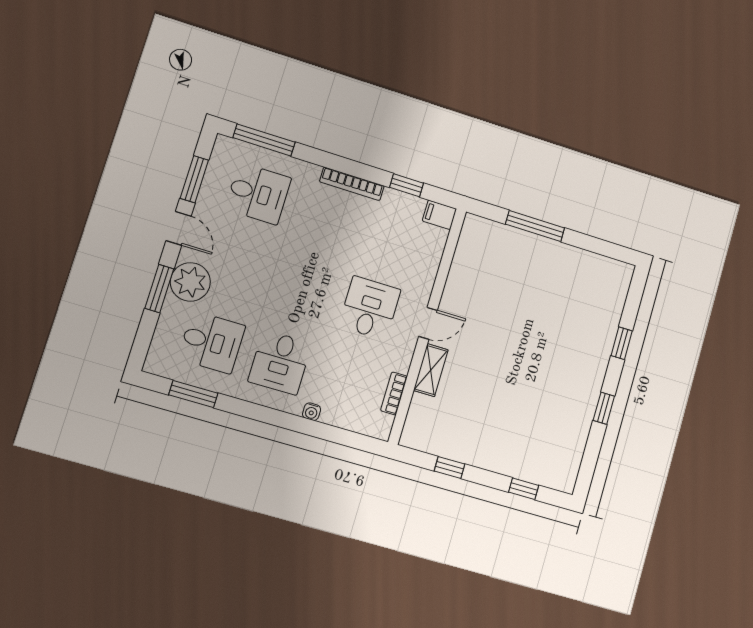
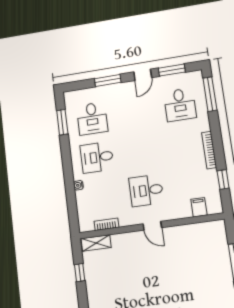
filing cabinet: (439, 215) -> (199, 207), moved
plant: (190, 282) -> (118, 94), removed
desk: (370, 308) -> (146, 190), turned 180
shelving: (431, 370) -> (96, 243), moved

